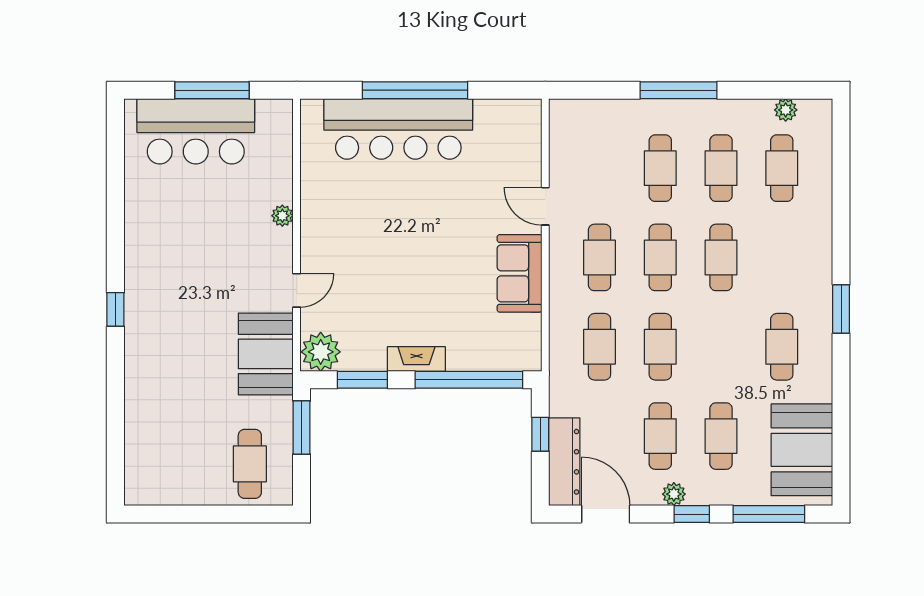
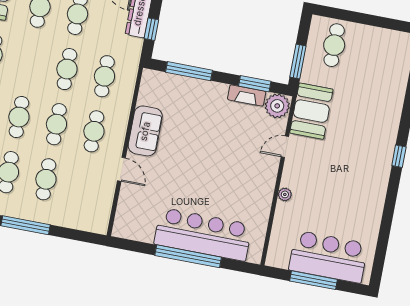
fireplace: (416, 359) -> (247, 95), moved
window: (469, 380) -> (189, 71), width x0.68

